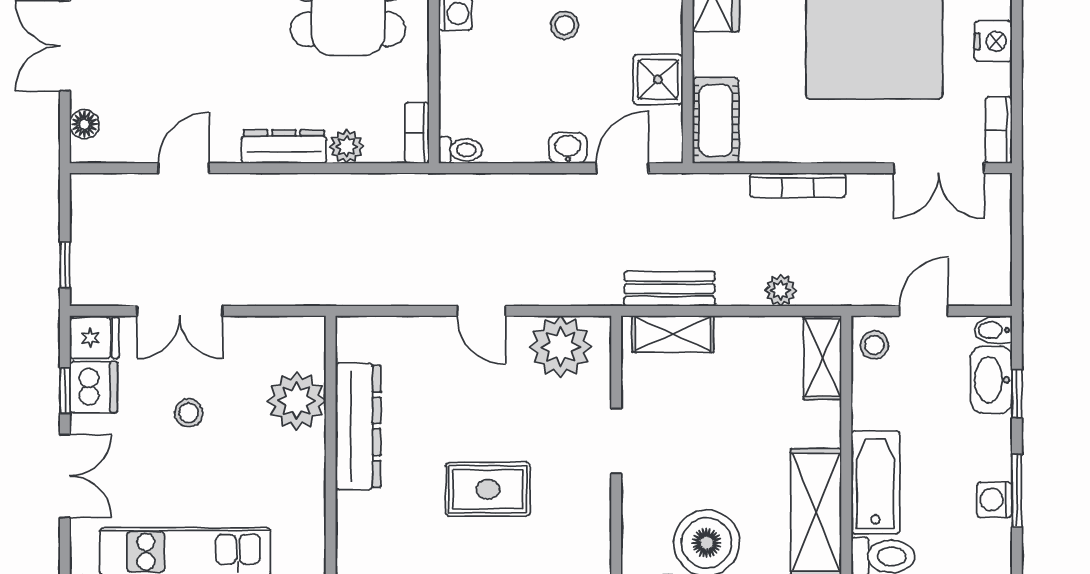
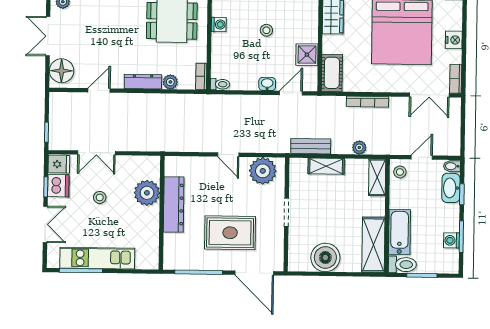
floor lamp: (84, 124) -> (62, 71), width x1.89, depth x1.89
shelving: (673, 334) -> (326, 166), moved
rug: (488, 489) -> (230, 233), width x1.36, depth x1.43

